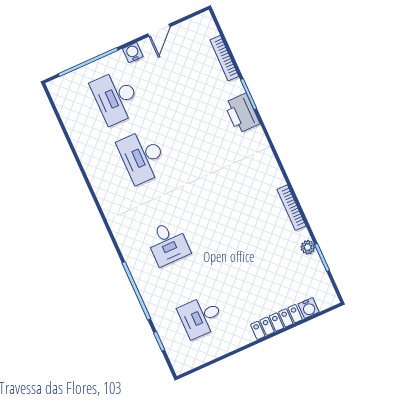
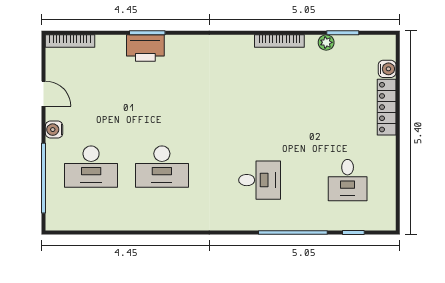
bookcase: (224, 58) -> (70, 41), moved
printer: (242, 113) -> (145, 48), moved

